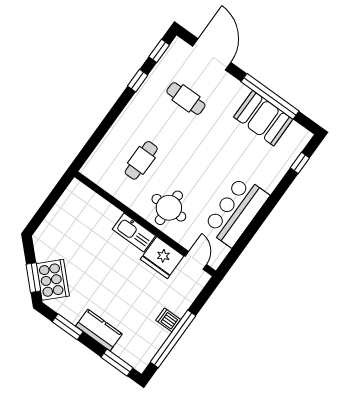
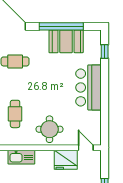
bar counter: (236, 211) -> (88, 87), moved
kitchen sink: (134, 233) -> (21, 157), moved

